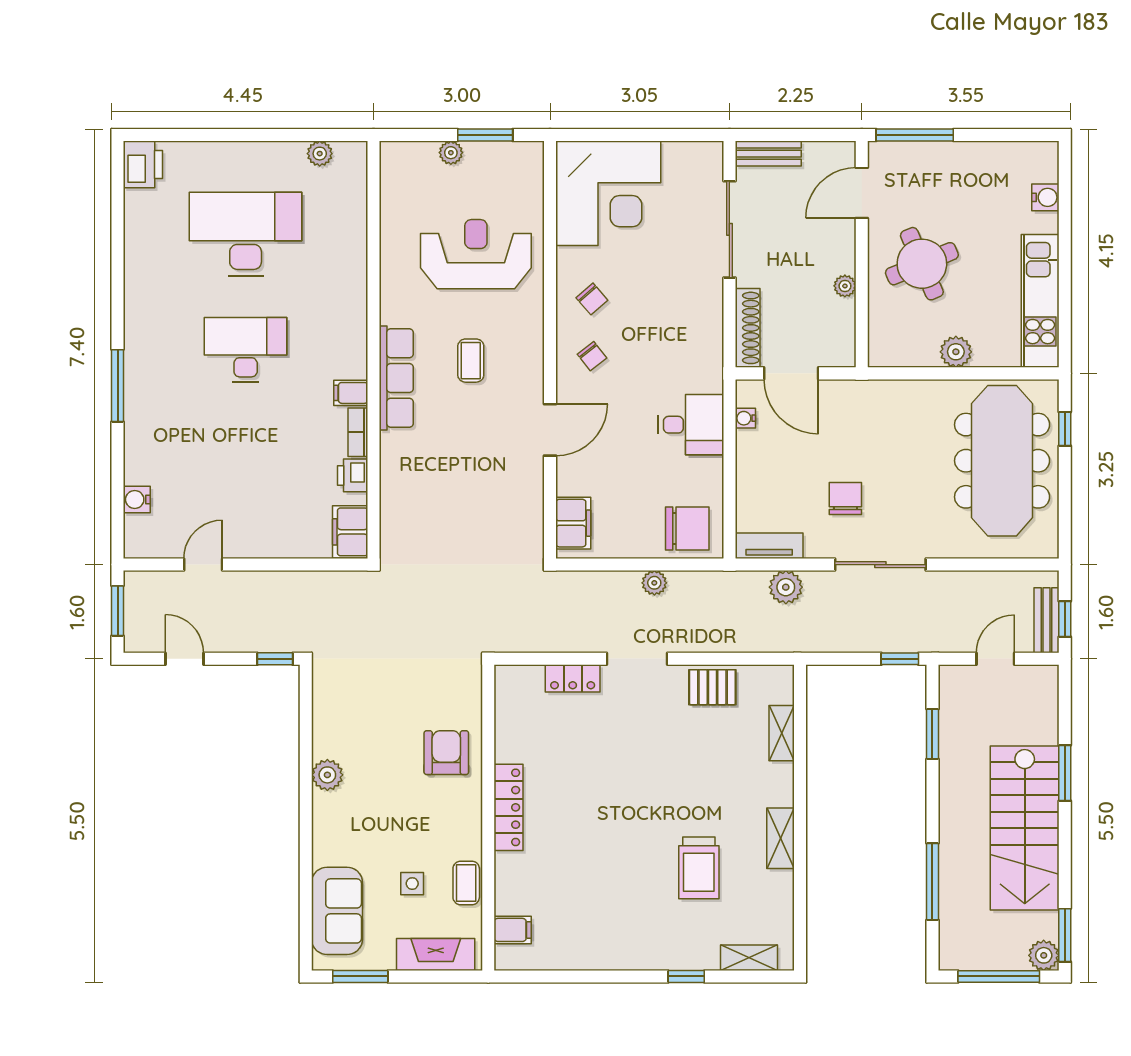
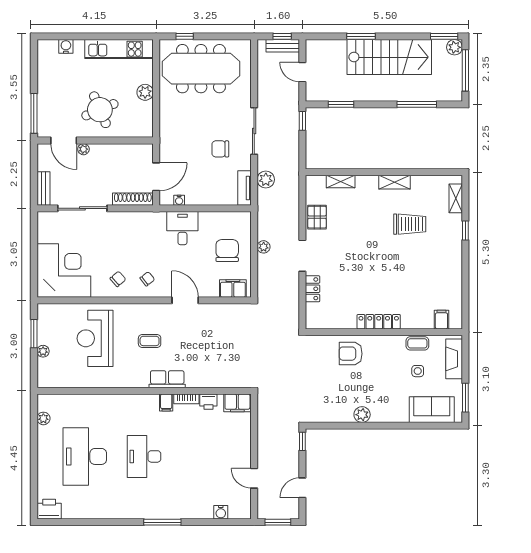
plant: (845, 286) -> (83, 149), moved
row of seats: (396, 378) -> (167, 379), width x0.68
chair: (687, 528) -> (227, 251), moved

